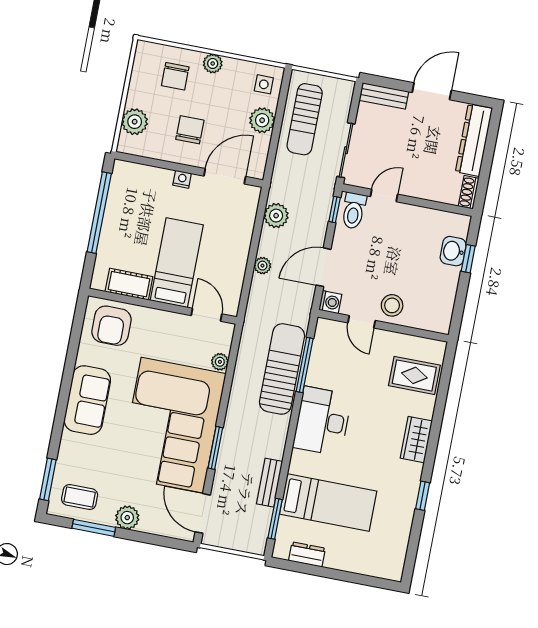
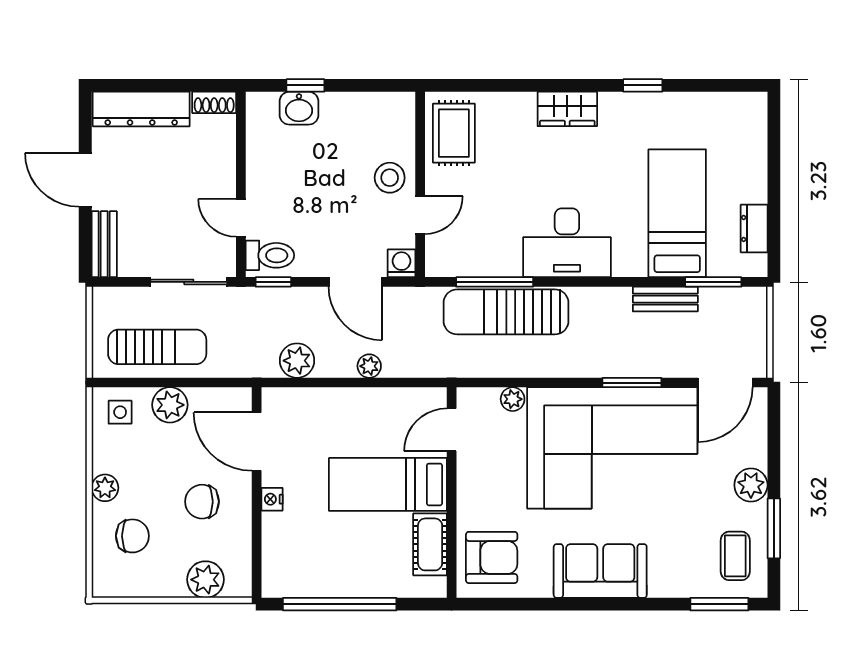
rug: (414, 375) -> (454, 133), moved

